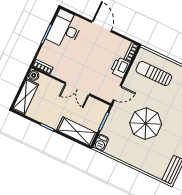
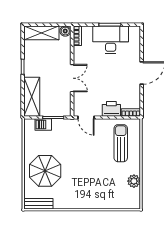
desk: (65, 29) -> (111, 40), moved
double door: (77, 89) -> (72, 78), swing flipped
parasol: (146, 124) -> (45, 171), moved
barbecue: (101, 143) -> (43, 124), moved

